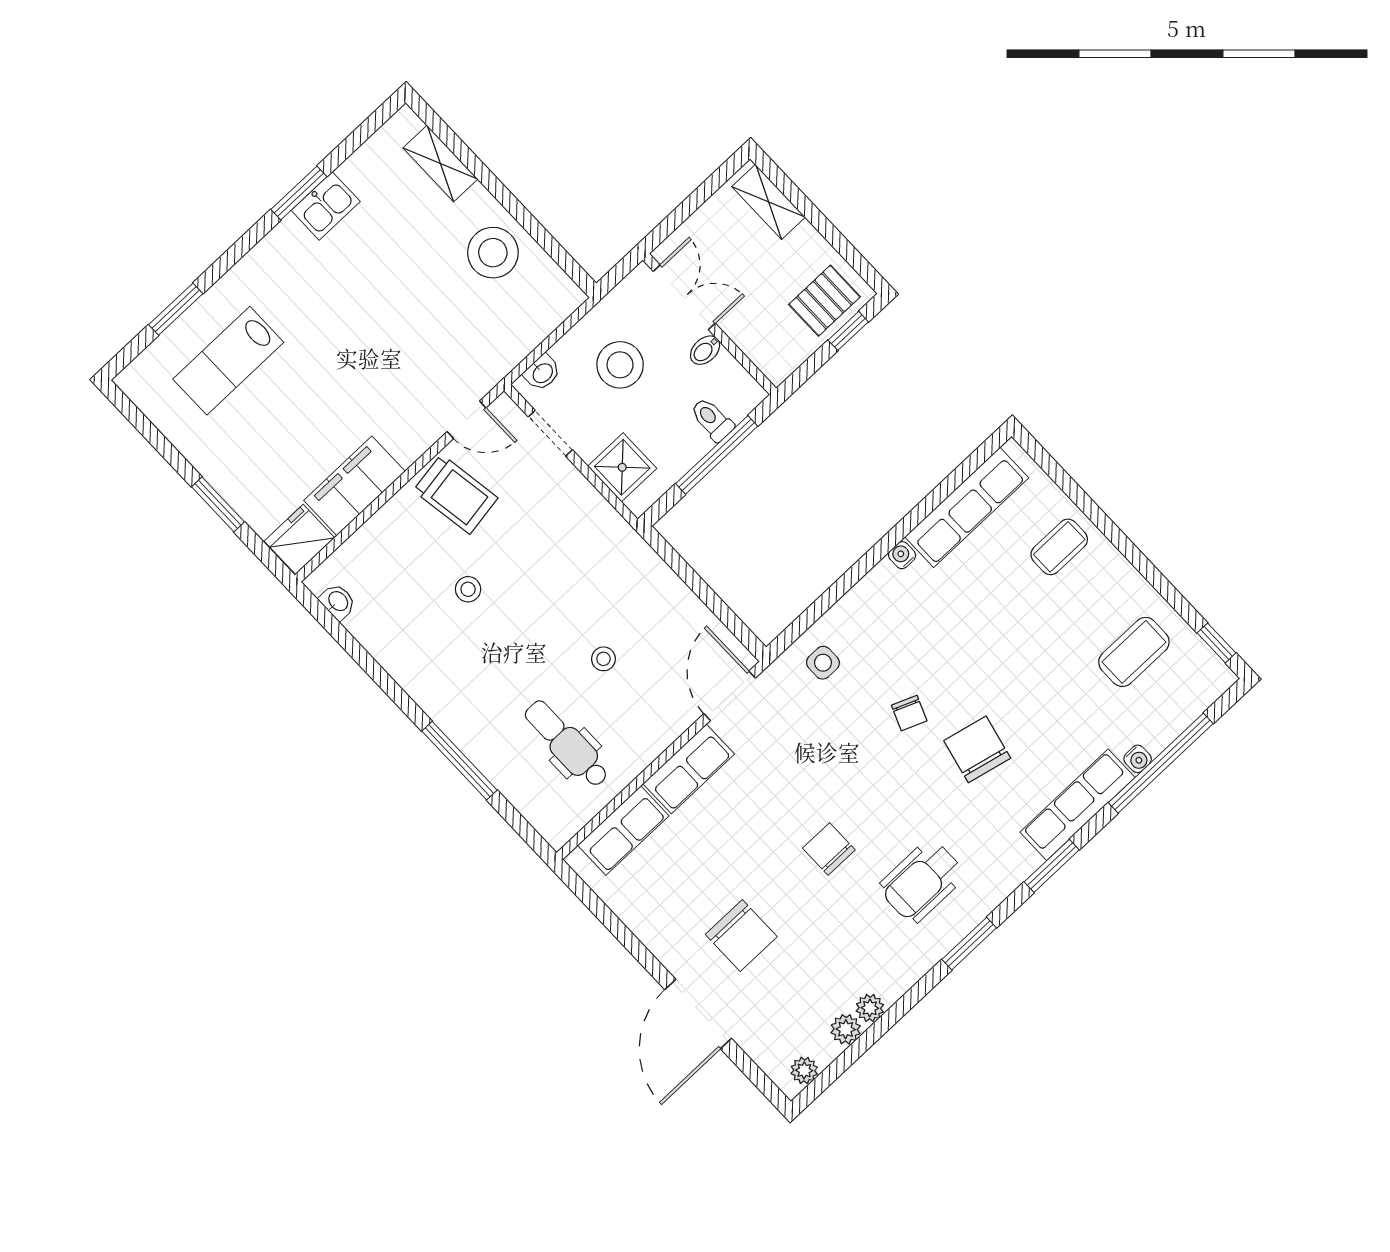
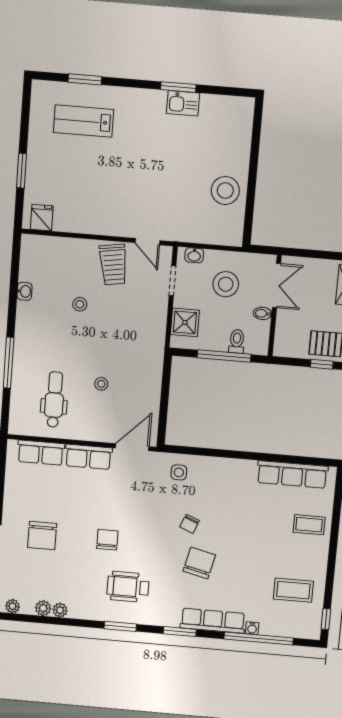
shelving: (440, 164) -> (243, 135), removed
filing cabinet: (354, 486) -> (79, 220), removed
fridge: (300, 539) -> (42, 218), width x0.72
water cooler: (902, 555) -> (250, 466), removed
washbasin: (338, 602) -> (24, 291), moved

